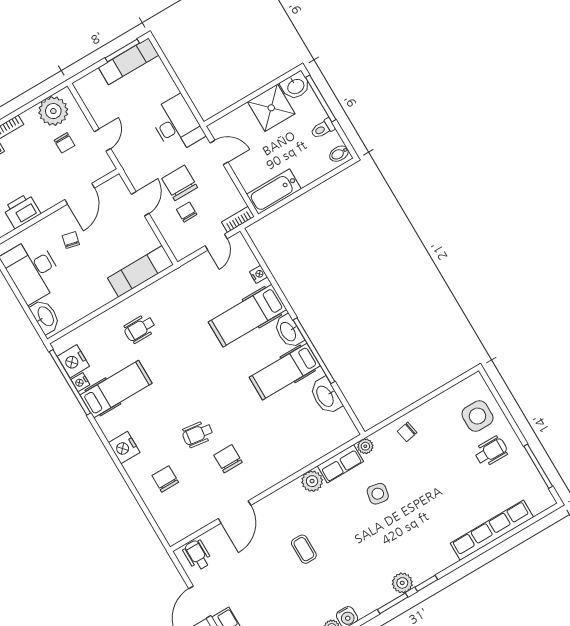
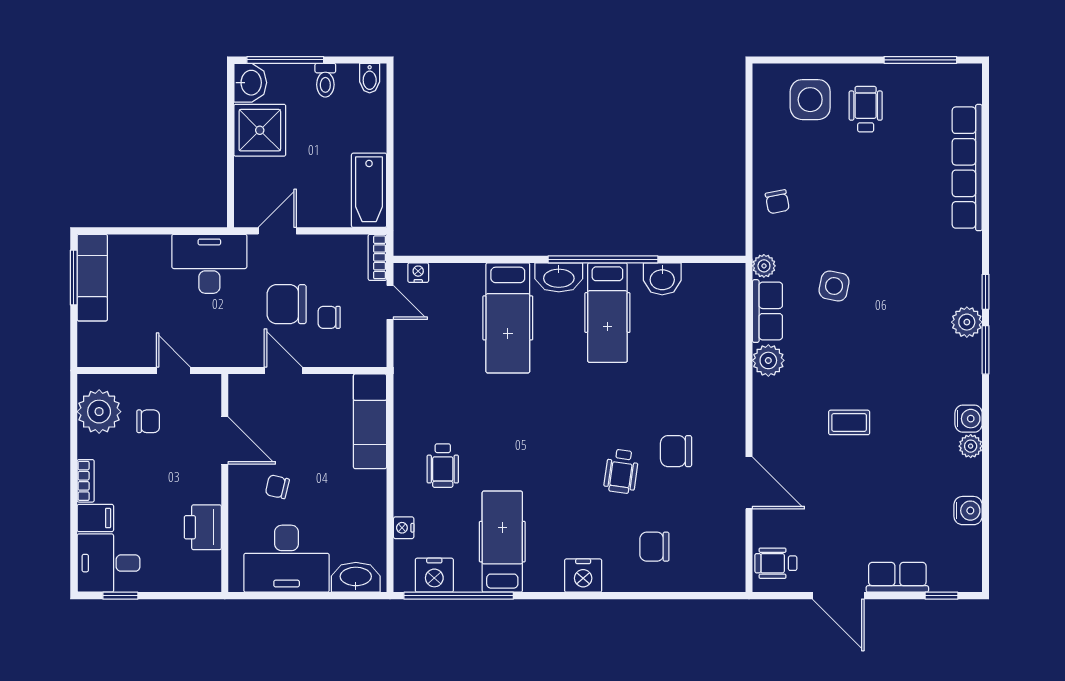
nightstand: (258, 274) -> (418, 273), moved
nightstand: (80, 382) -> (404, 528), moved, turned 90
washbasin: (326, 396) -> (662, 279), width x0.72

